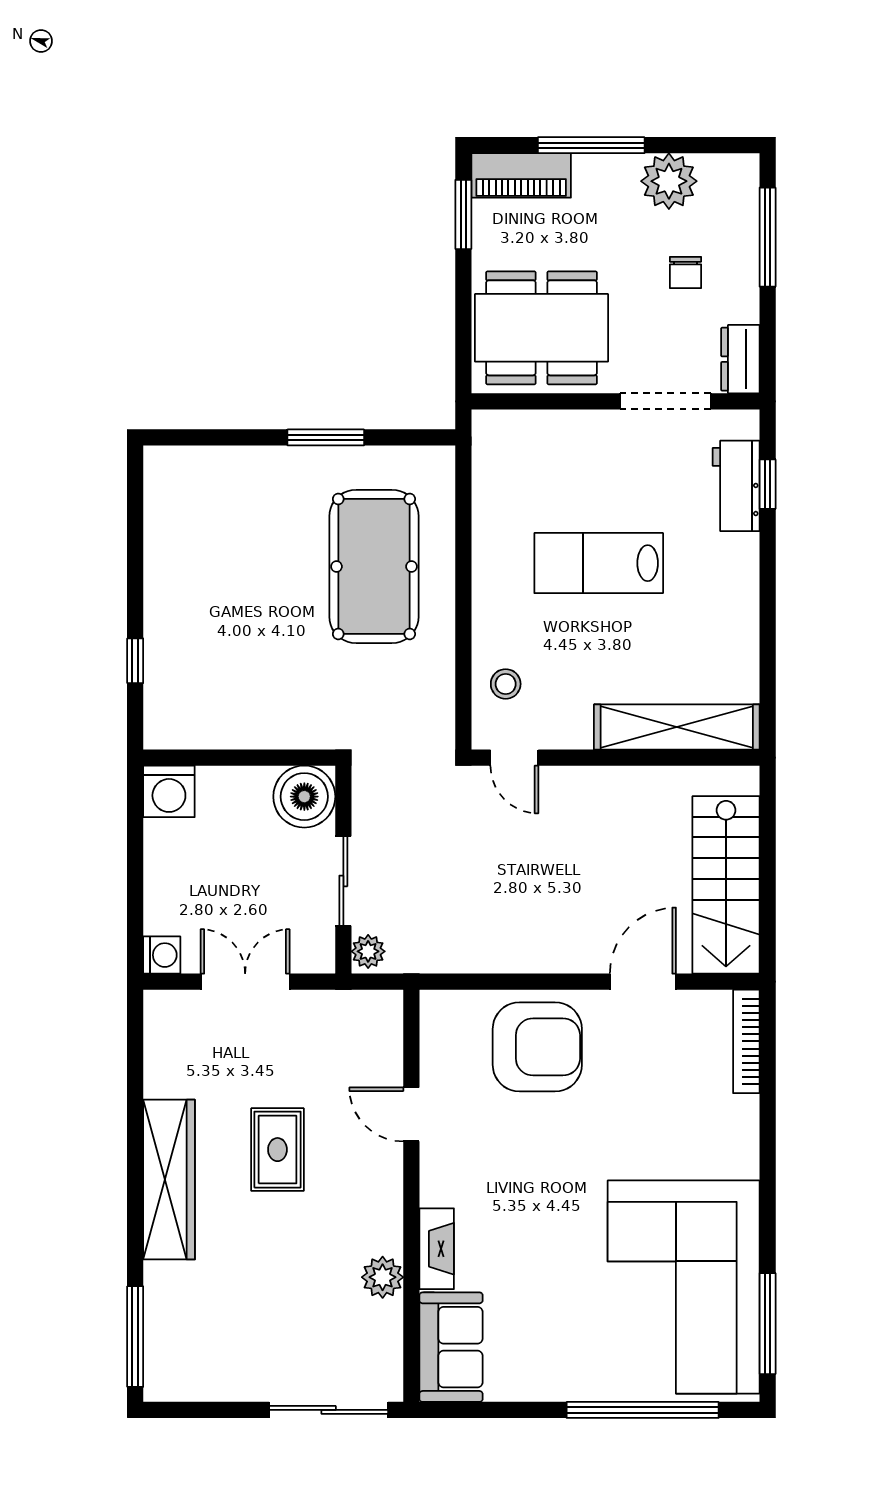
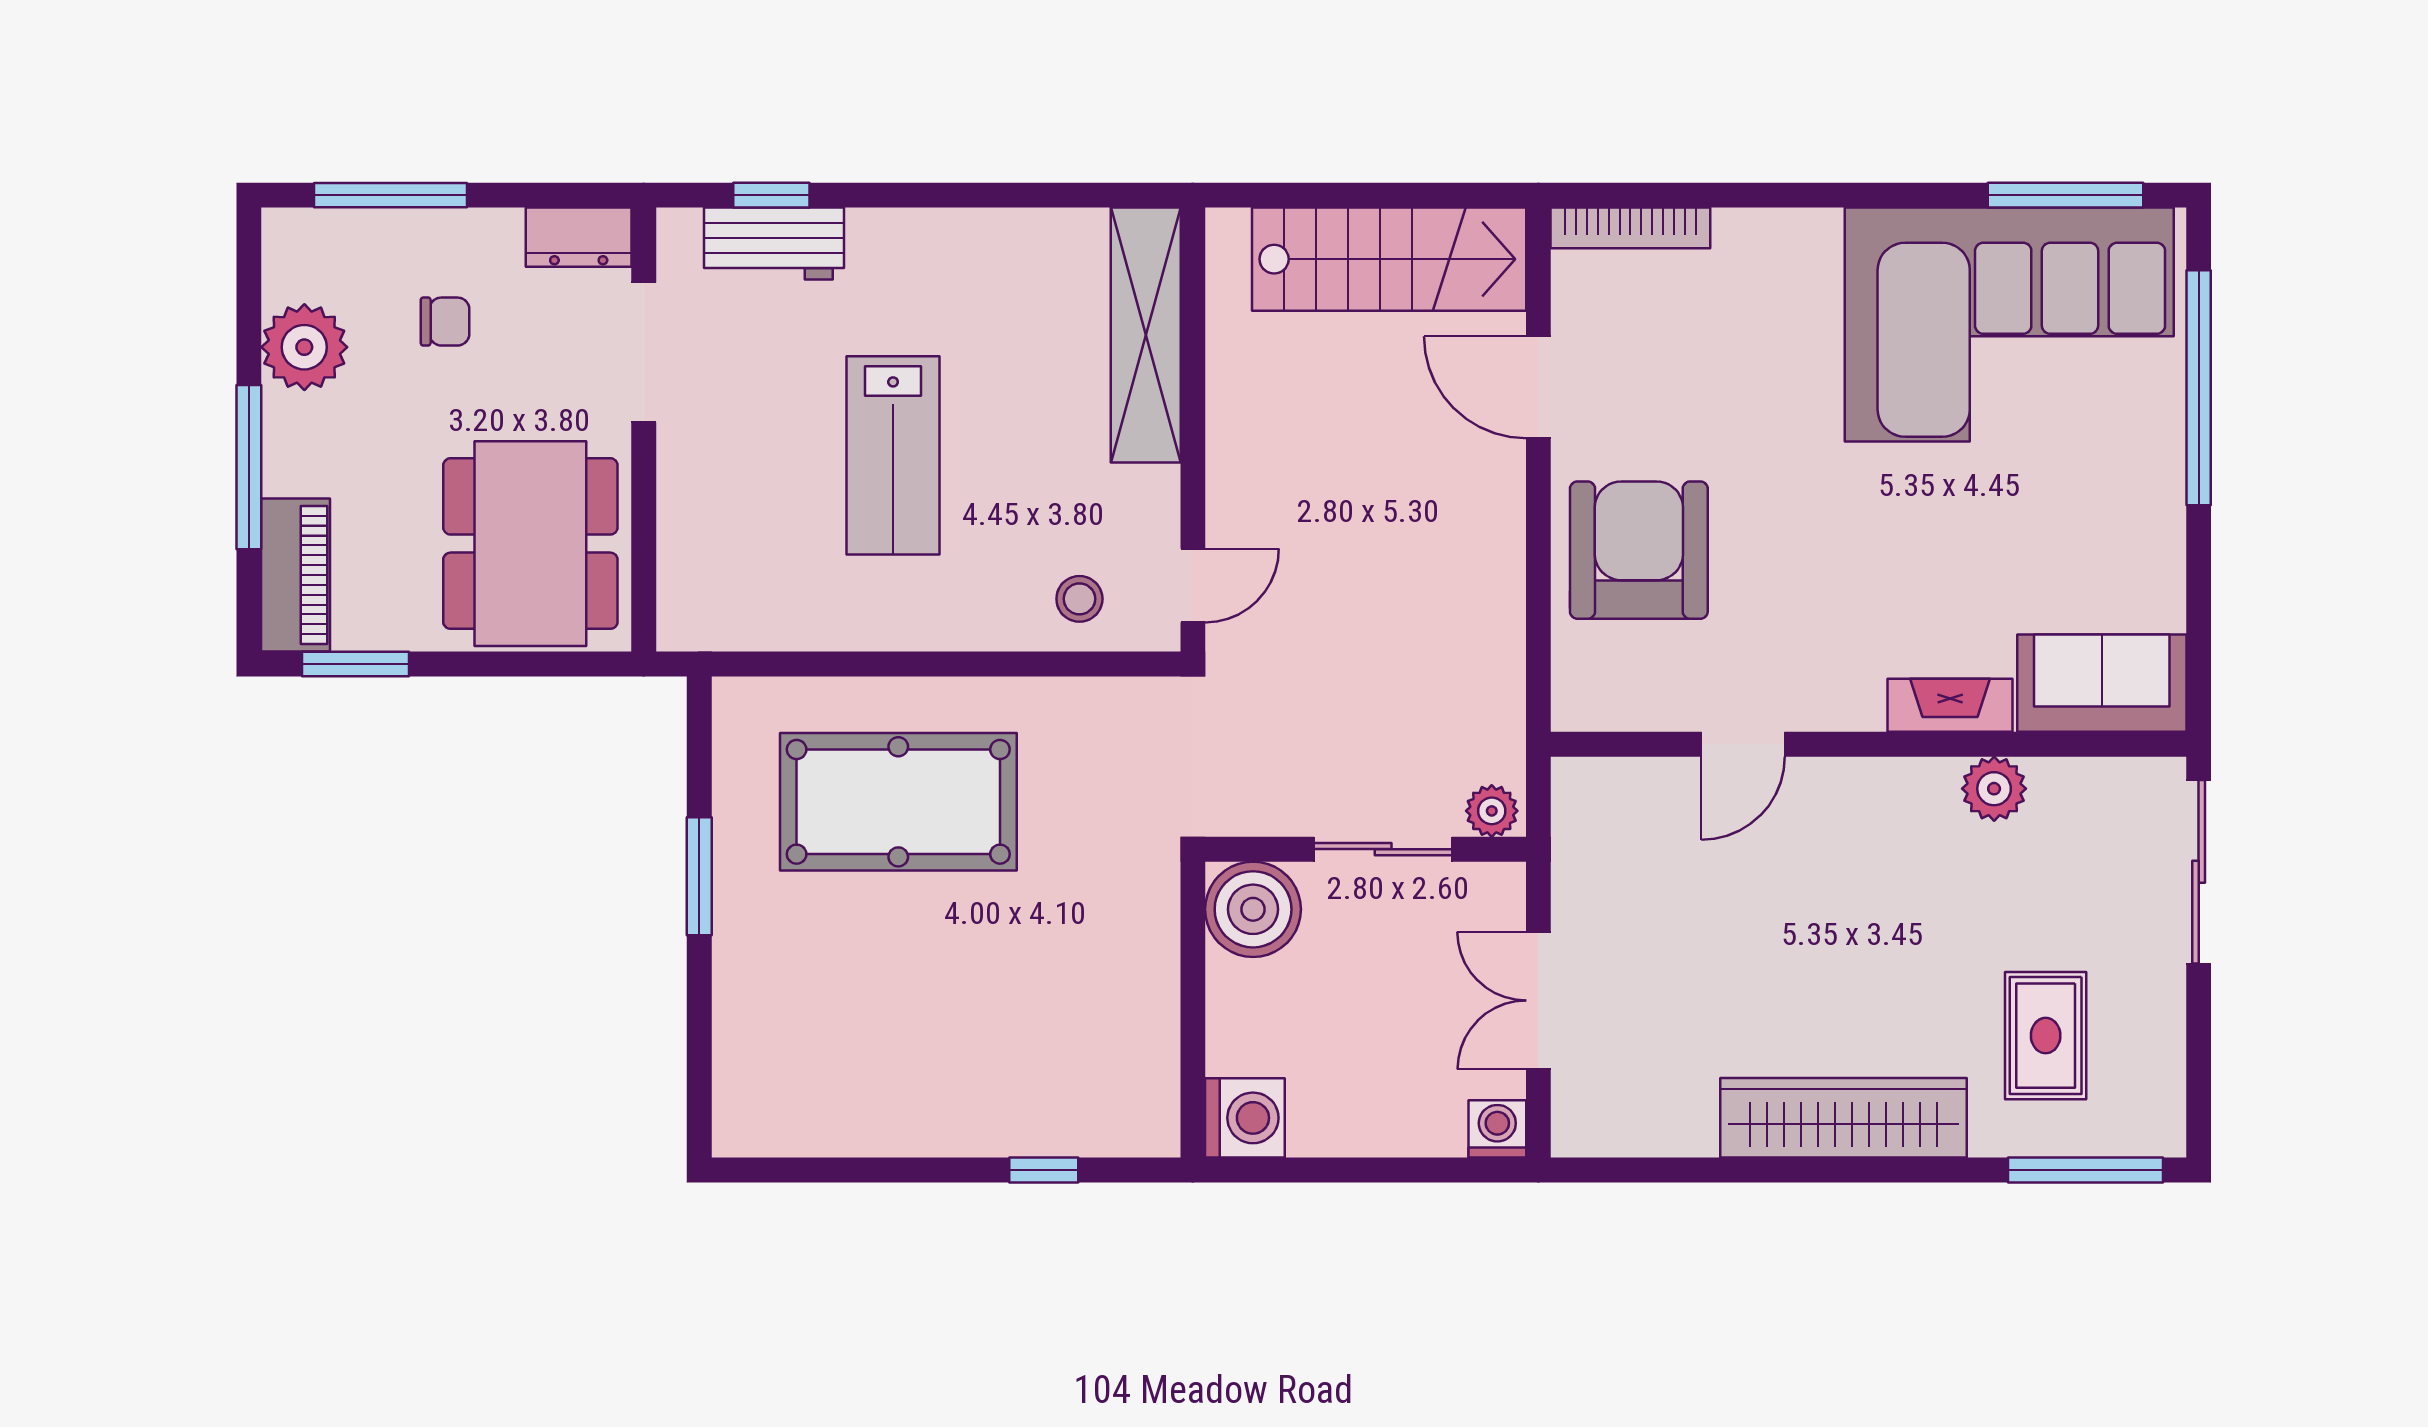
rug: (277, 1150) -> (2046, 1036), moved, turned 90

